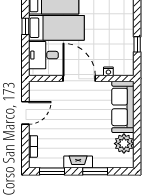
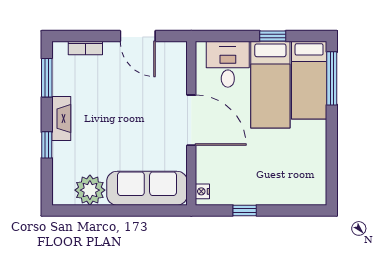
nightstand: (108, 71) -> (202, 191), moved
door: (79, 79) -> (191, 120), hinge flipped
window: (95, 171) -> (47, 145), width x0.67

